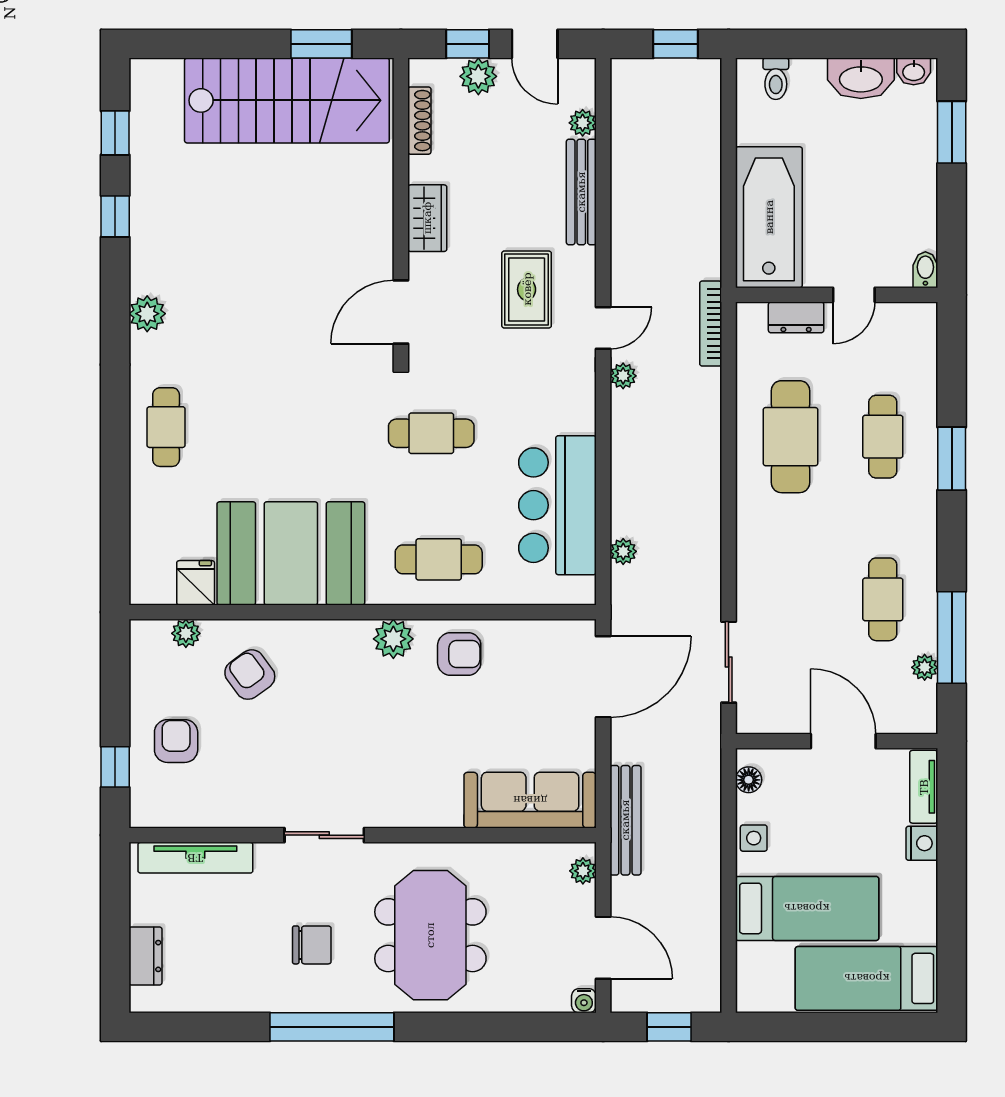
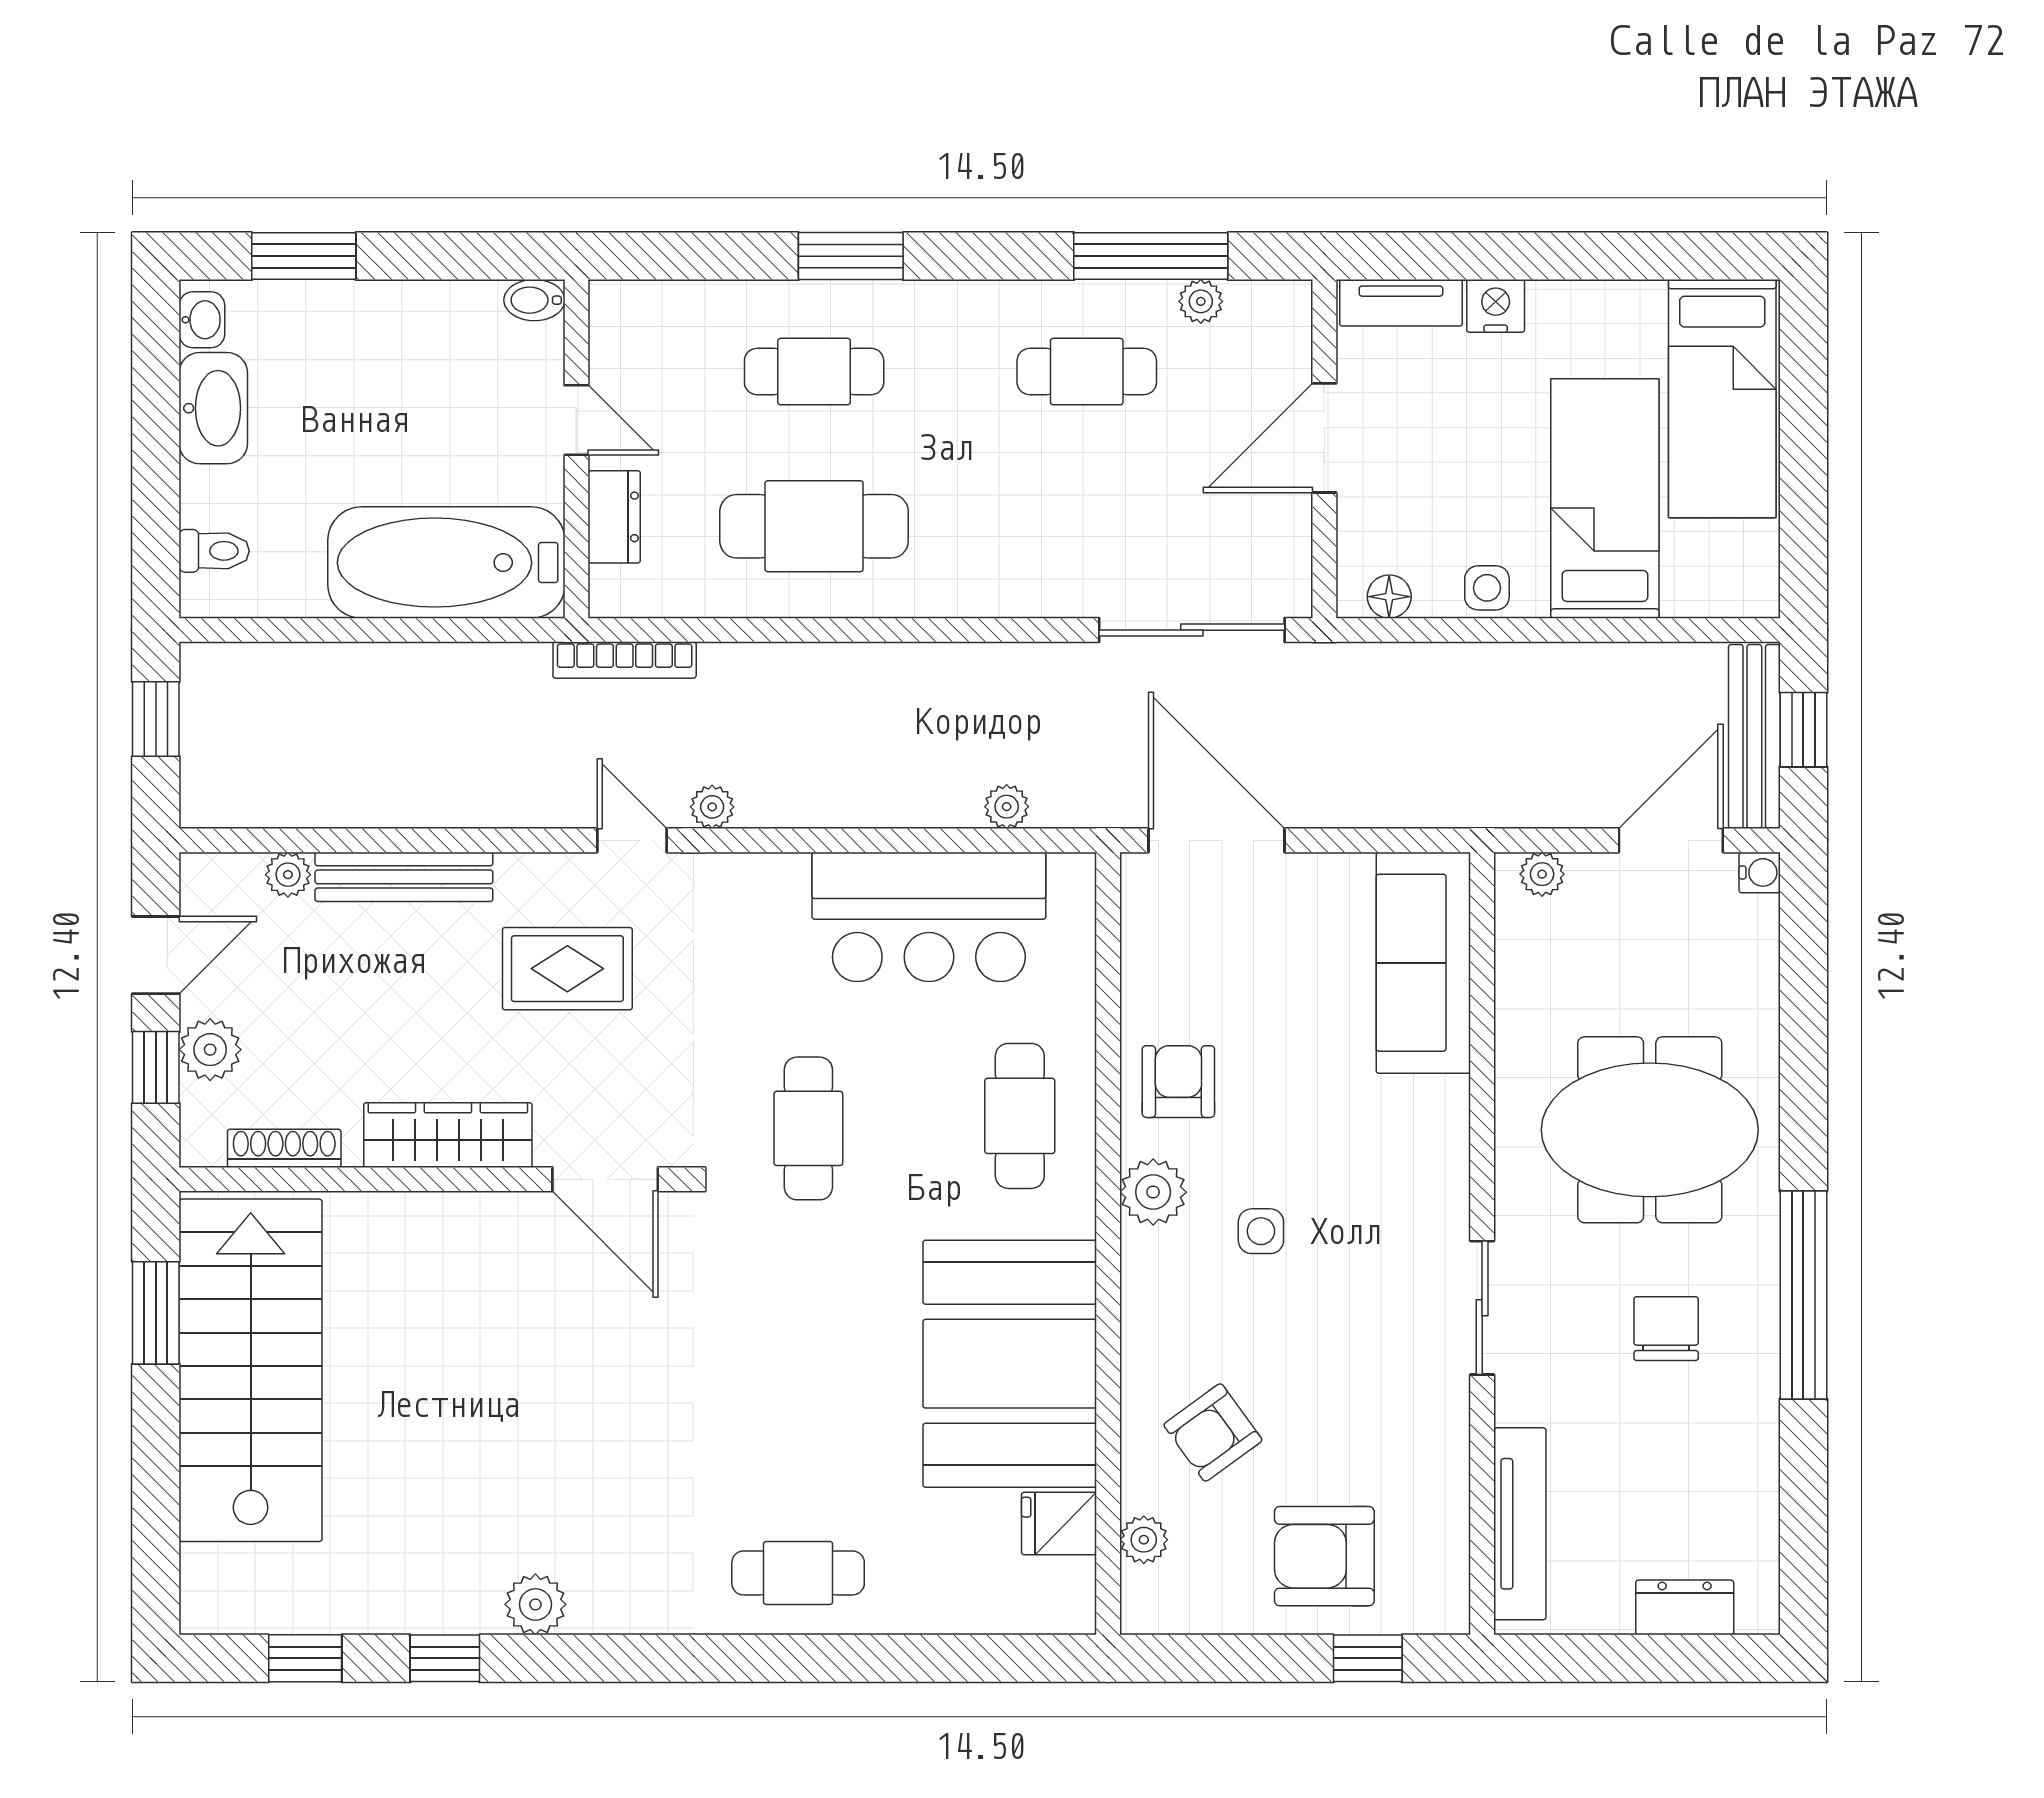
wardrobe: (427, 218) -> (448, 1135), width x1.50
plant: (147, 314) -> (535, 1604), moved
sliding door: (729, 662) -> (1192, 630), width x1.37
side table: (370, 703) -> (1261, 1231), added
armchair: (176, 741) -> (1324, 1556), width x1.38, depth x1.38
bench: (625, 820) -> (1754, 737), moved, turned 90

